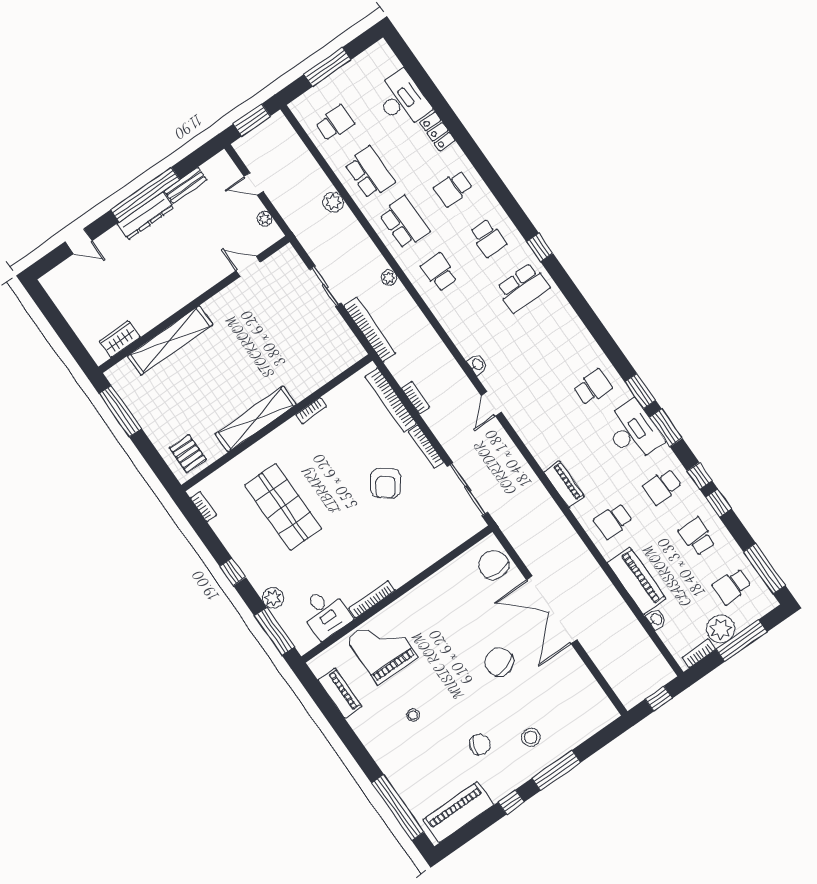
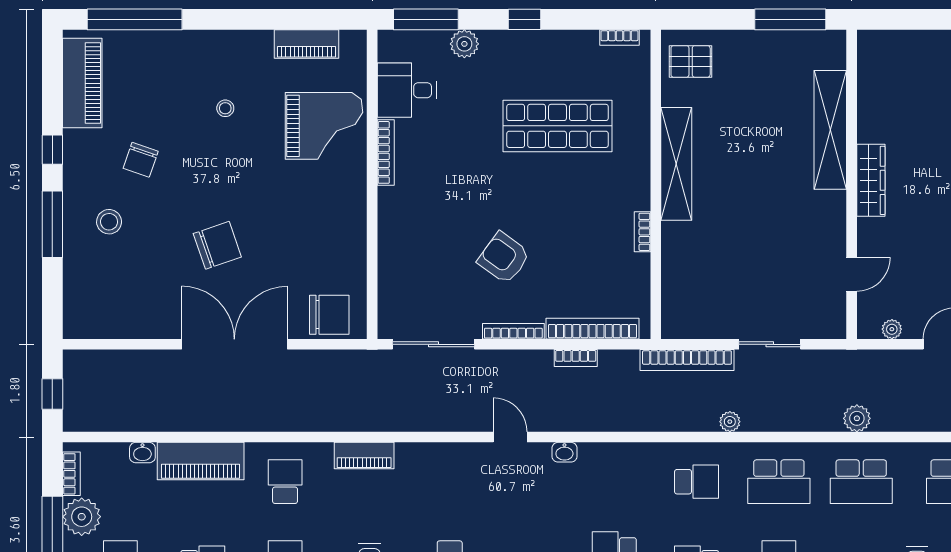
wardrobe: (120, 339) -> (871, 180), moved, width x1.50

